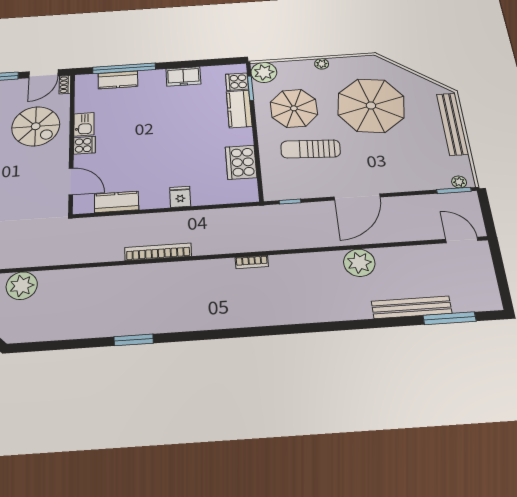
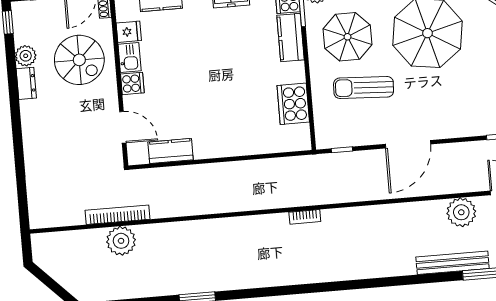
fridge: (180, 197) -> (129, 32), moved, turned 90
bookcase: (158, 252) -> (118, 215), moved
plant: (359, 263) -> (461, 212), moved
plant: (22, 286) -> (121, 241), moved

